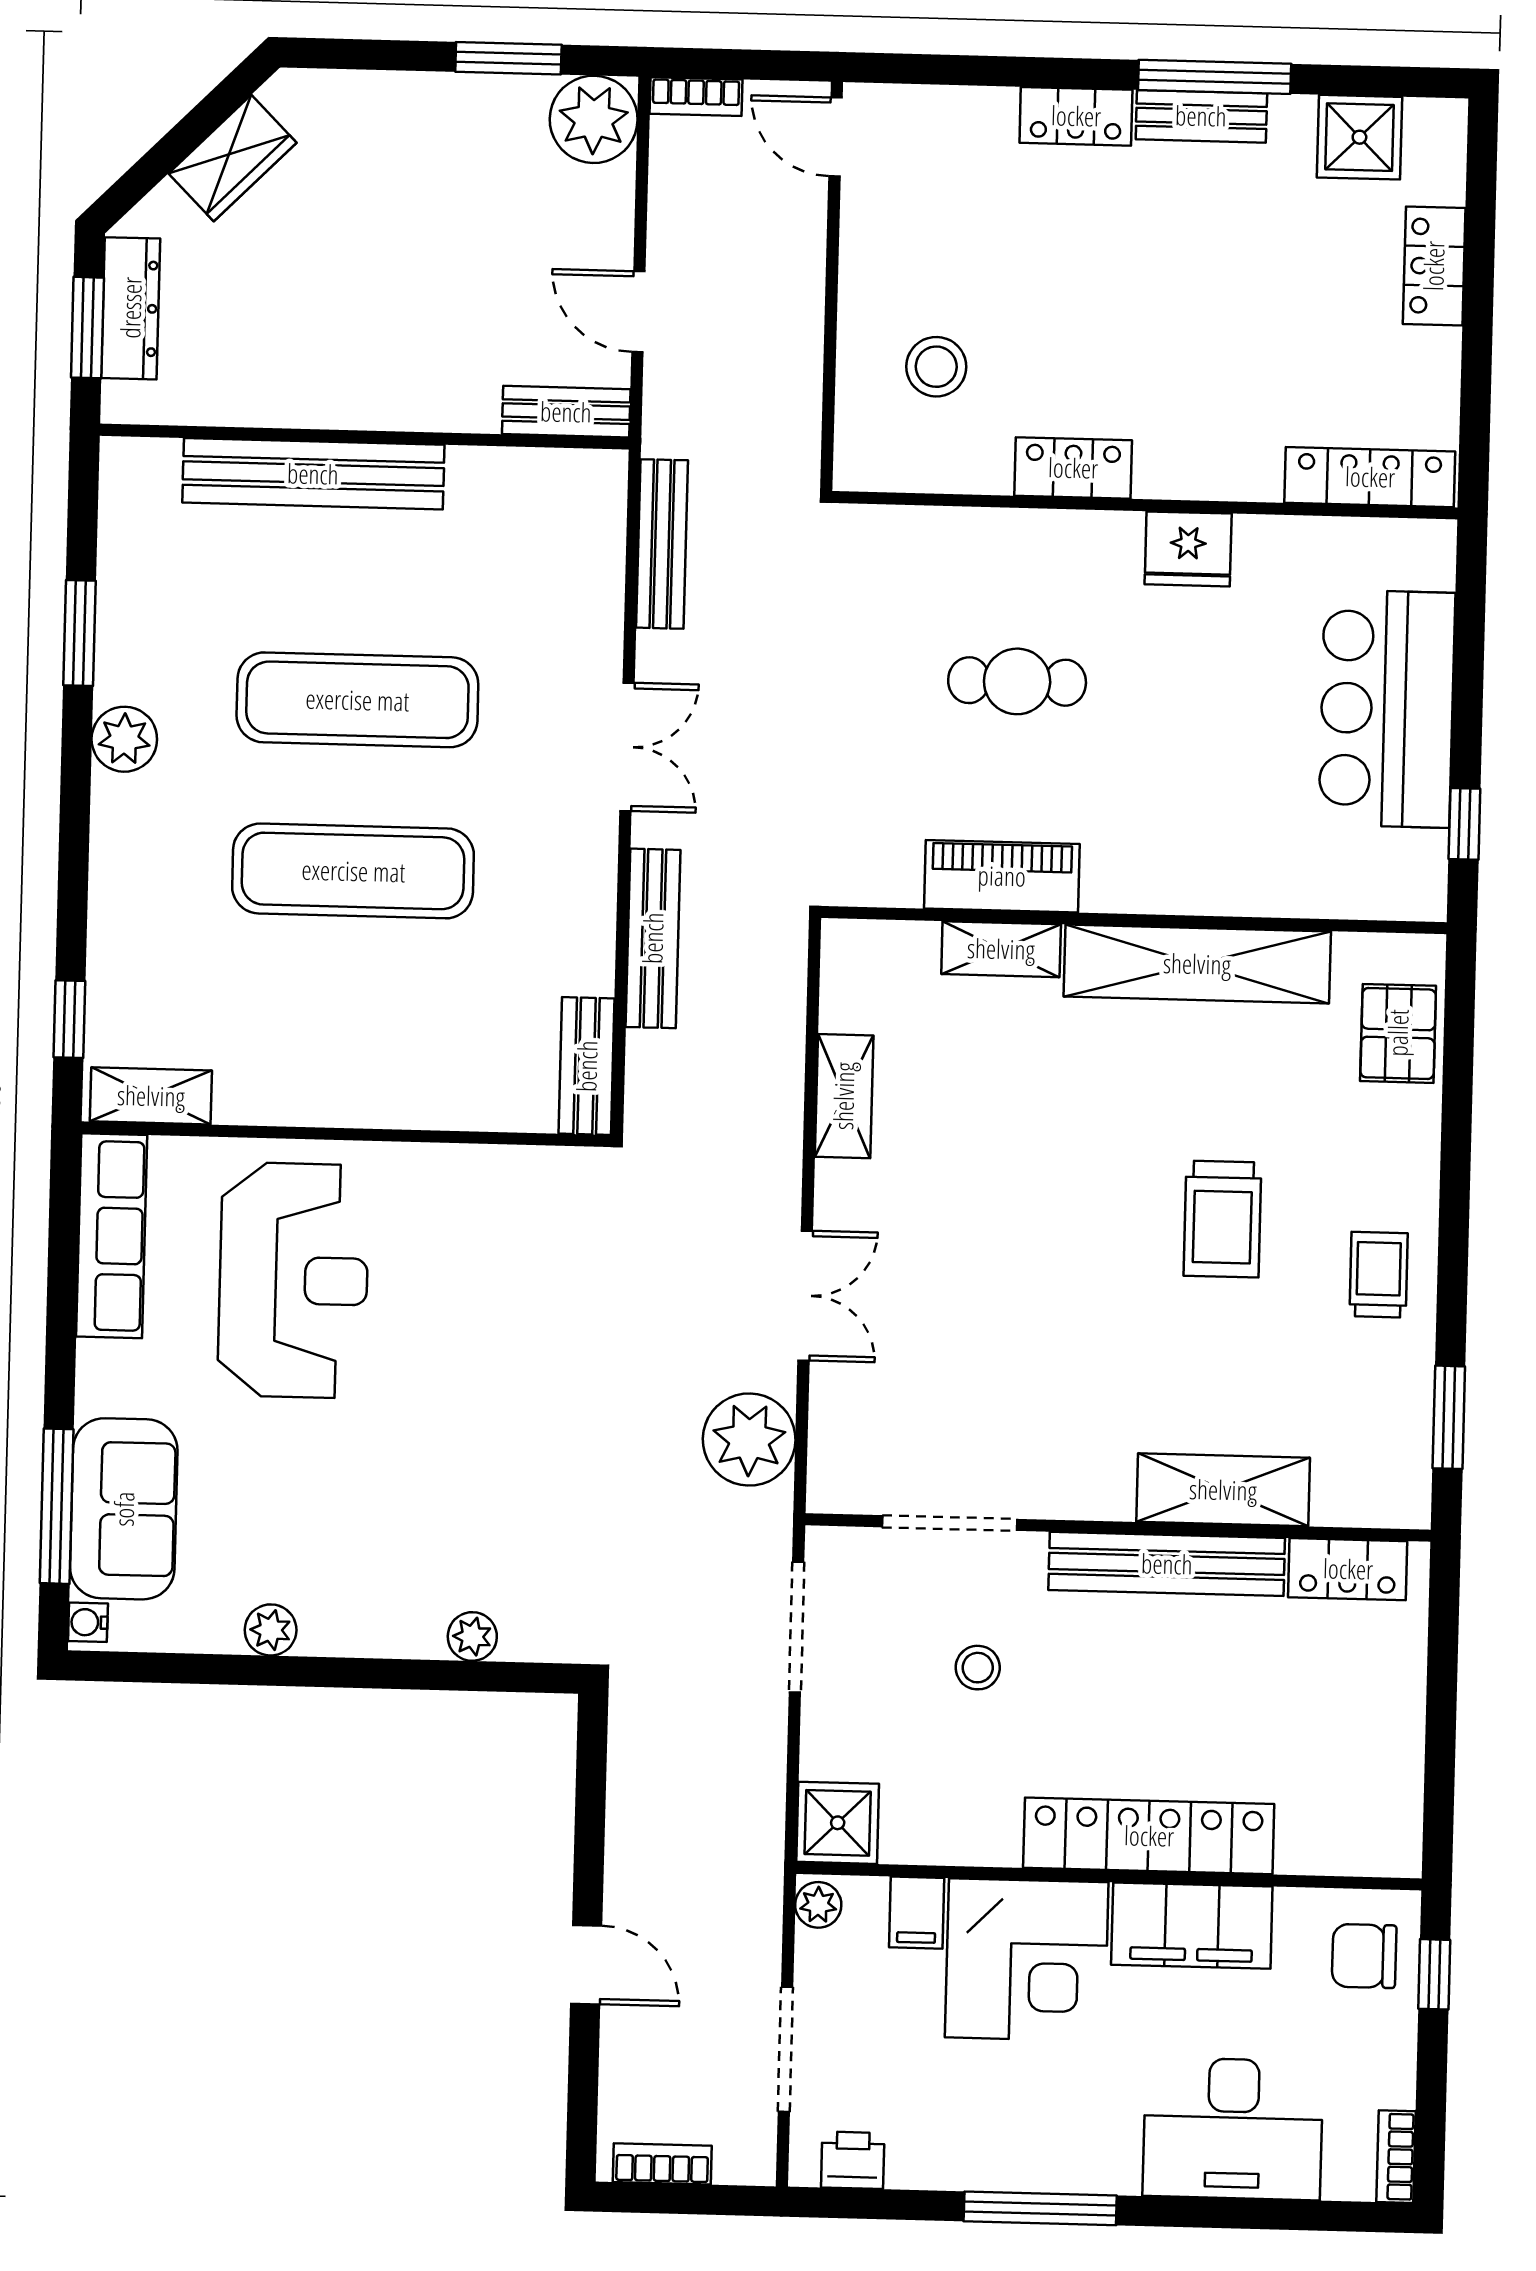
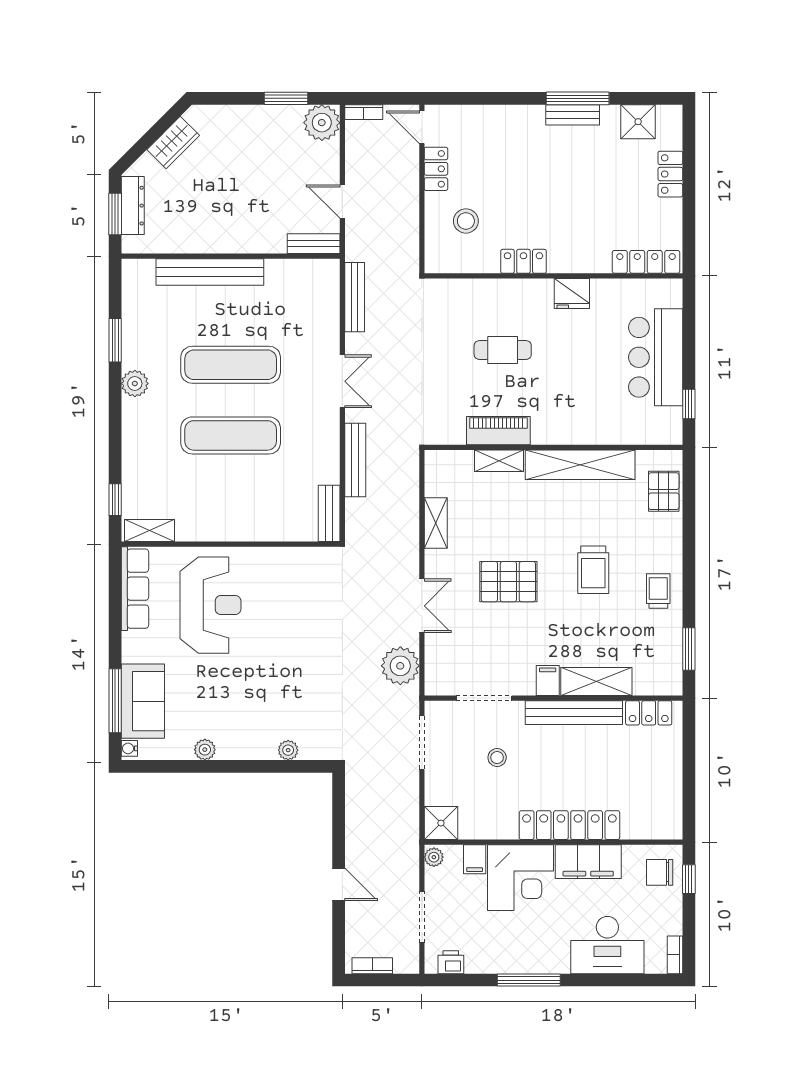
locker: (1076, 116) -> (436, 169), moved, turned -90
pallet: (1016, 1243) -> (508, 582), added
filing cabinet: (1105, 1484) -> (548, 680), added

